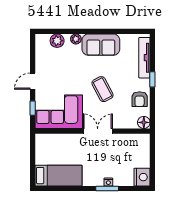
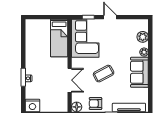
double door: (98, 131) -> (70, 80), moved
bed: (58, 176) -> (59, 38), moved

